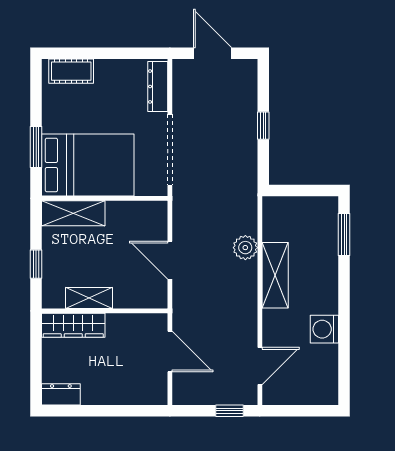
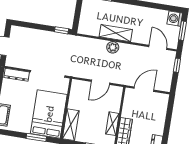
window: (263, 126) -> (62, 30), moved
plant: (245, 248) -> (113, 47), moved
washing machine: (324, 329) -> (175, 19), moved, turned 90
window: (302, 411) -> (182, 31), added

